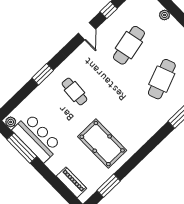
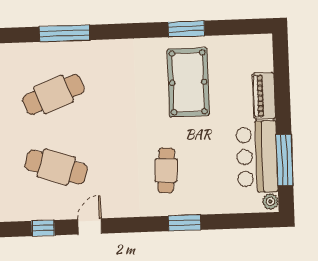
cafe table: (129, 45) -> (56, 167), turned 30
piano: (72, 182) -> (264, 96), moved
window: (109, 186) -> (186, 29), moved

